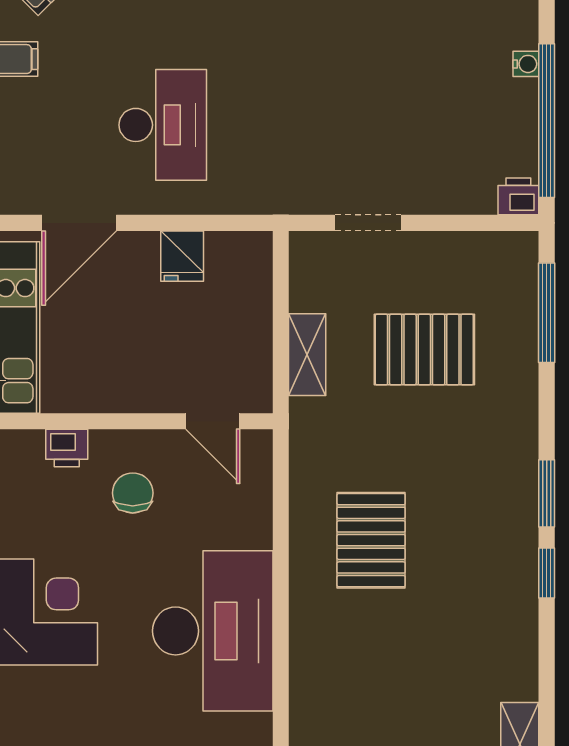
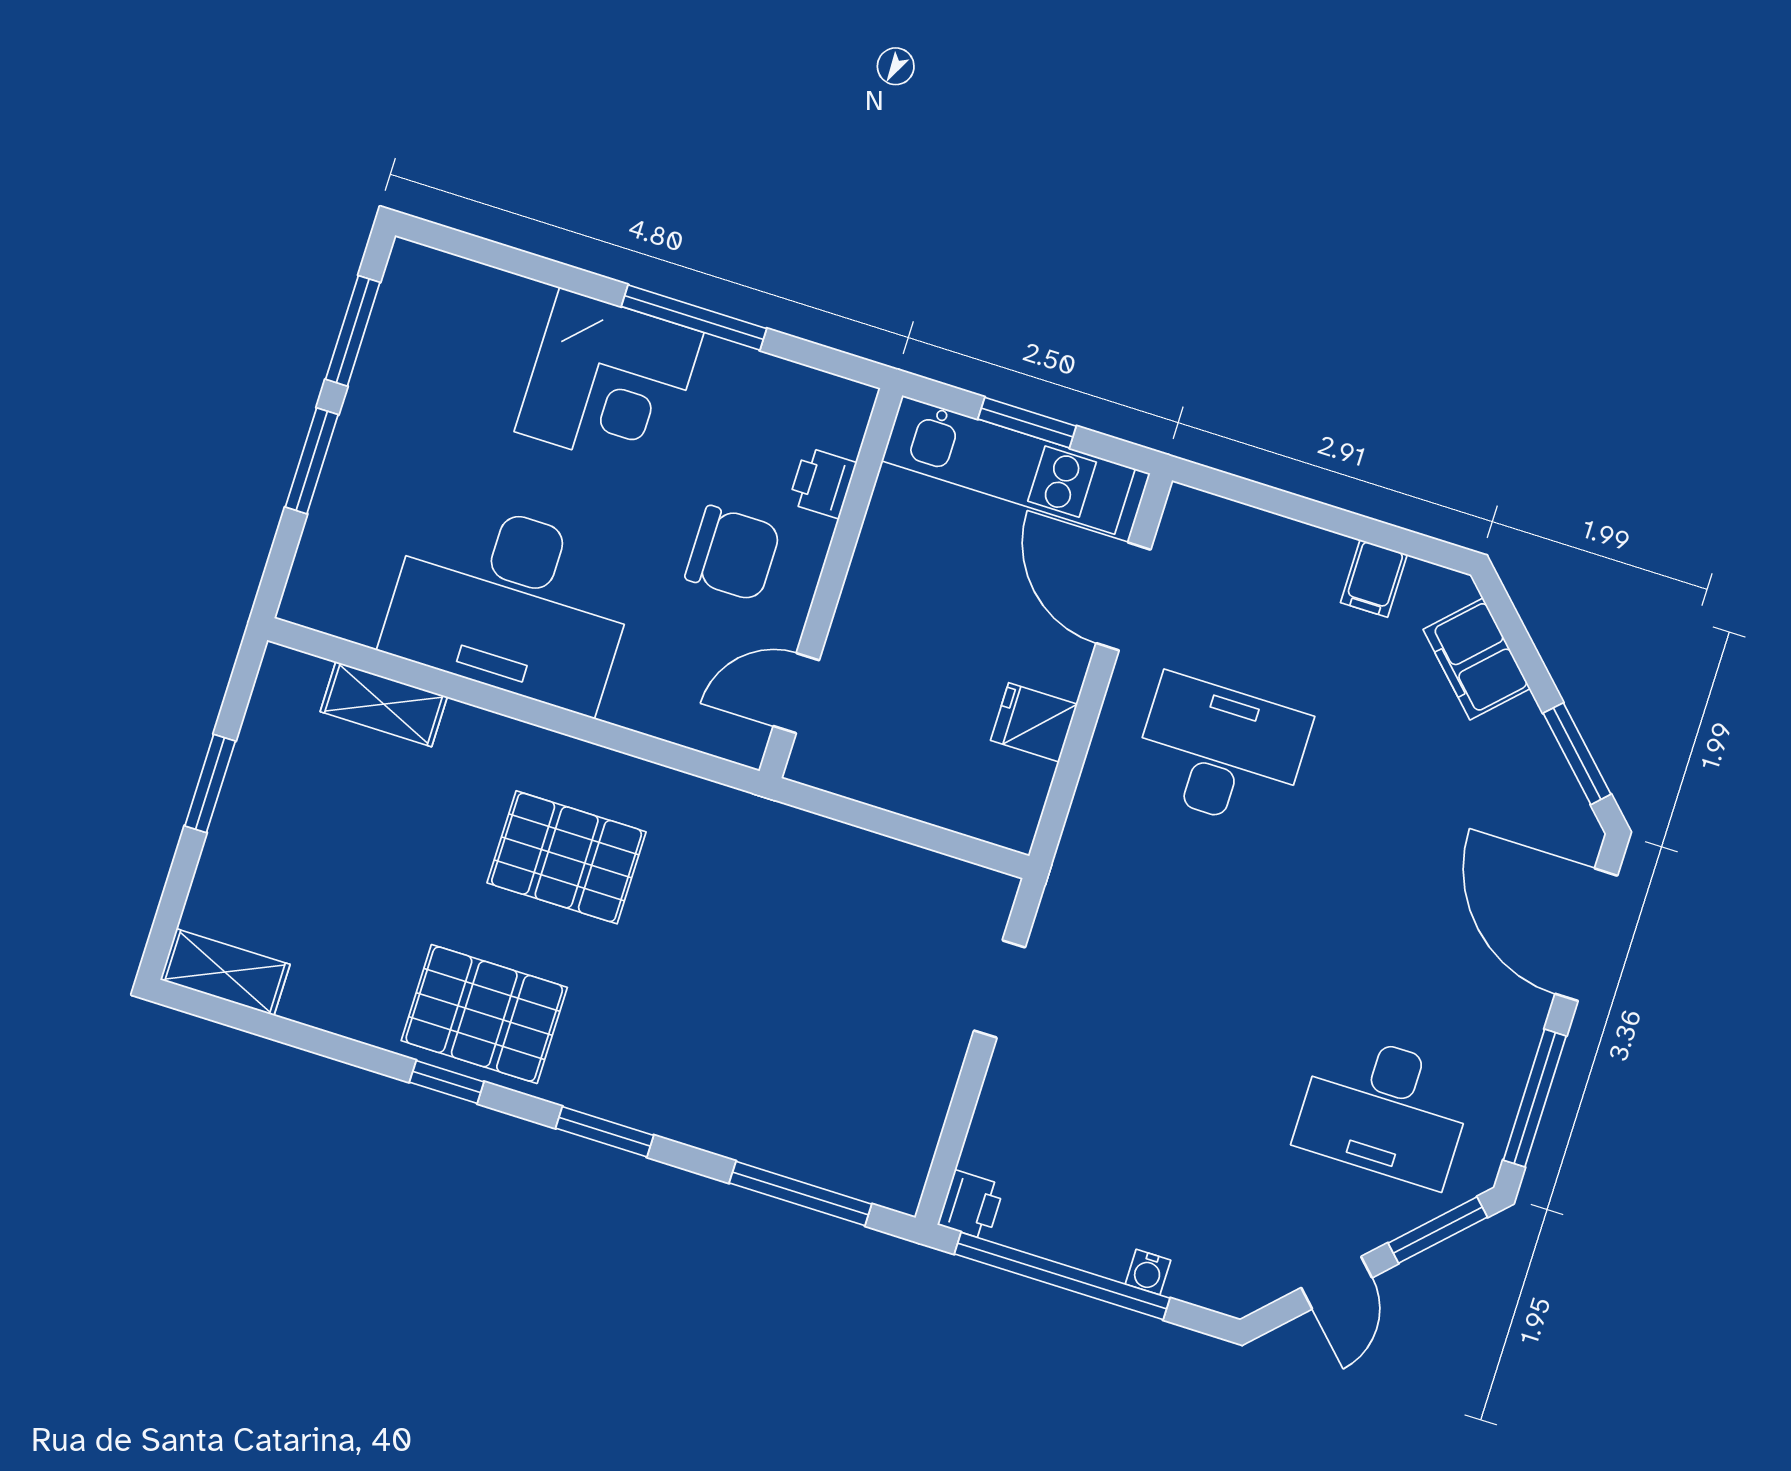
desk: (163, 125) -> (1221, 752), turned 180
pallet: (424, 350) -> (484, 1014), moved, turned 90
shelving: (307, 355) -> (384, 704), moved
chair: (133, 493) -> (733, 553), width x1.37, depth x1.37
window: (547, 493) -> (605, 1132), moved

